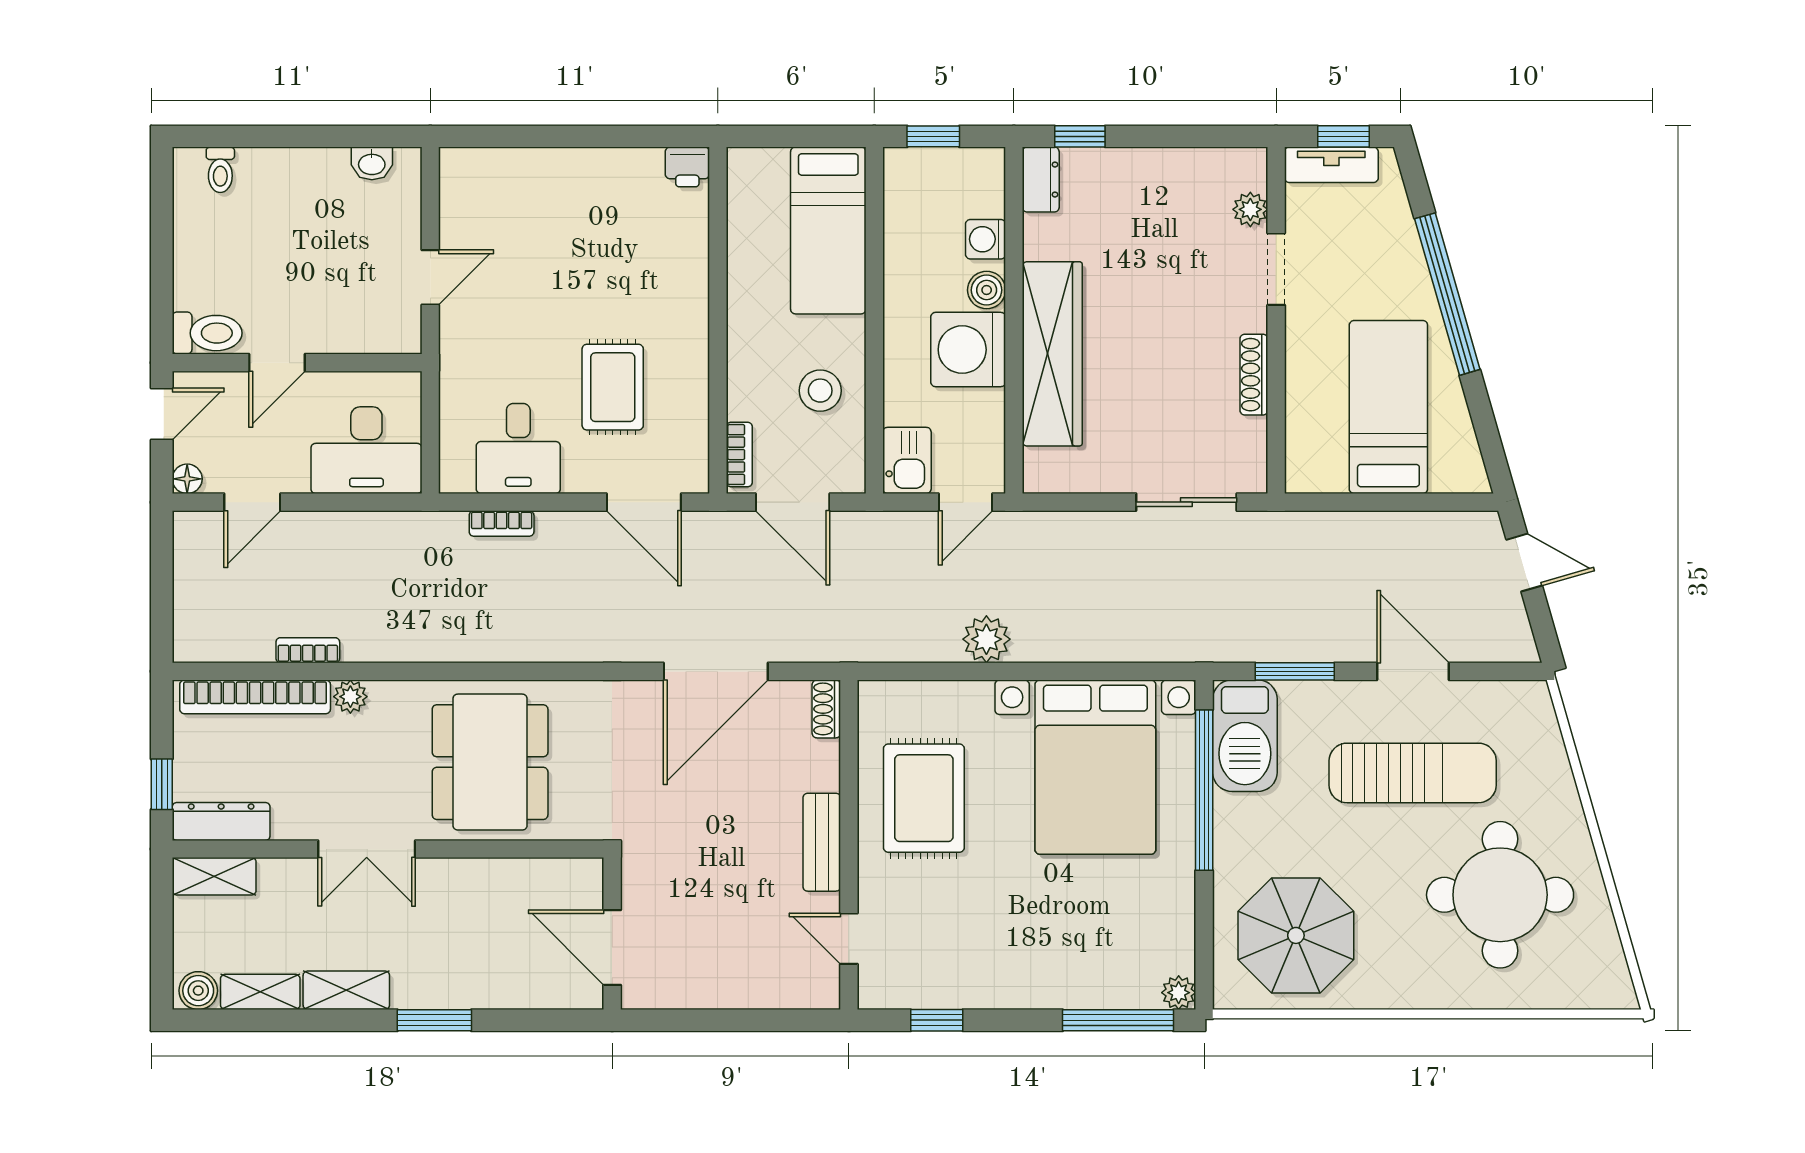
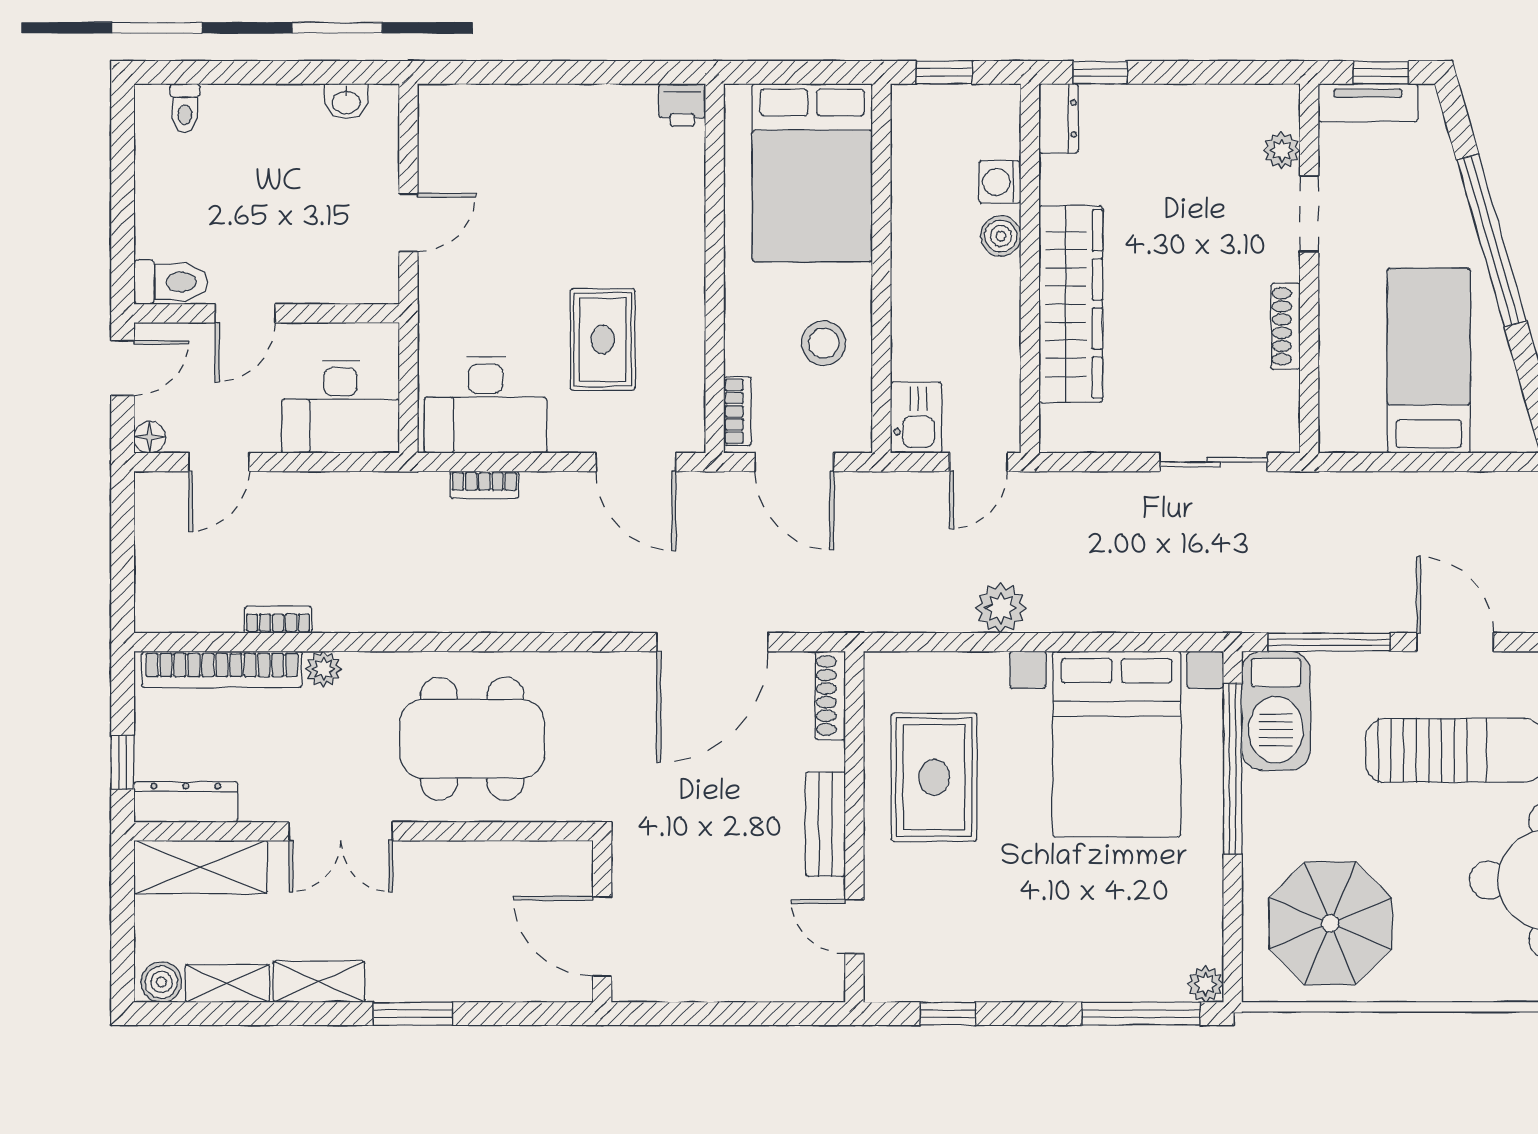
bed: (828, 230) -> (812, 173), width x1.50
washing machine: (968, 350) -> (981, 299), removed
desk: (518, 449) -> (486, 405), width x1.37
window: (1295, 671) -> (1329, 642), width x1.44
shoe rack: (826, 709) -> (830, 695), width x1.43
dining table: (490, 762) -> (472, 739), turned 90
shelving: (214, 876) -> (201, 867), width x1.50, depth x1.33

